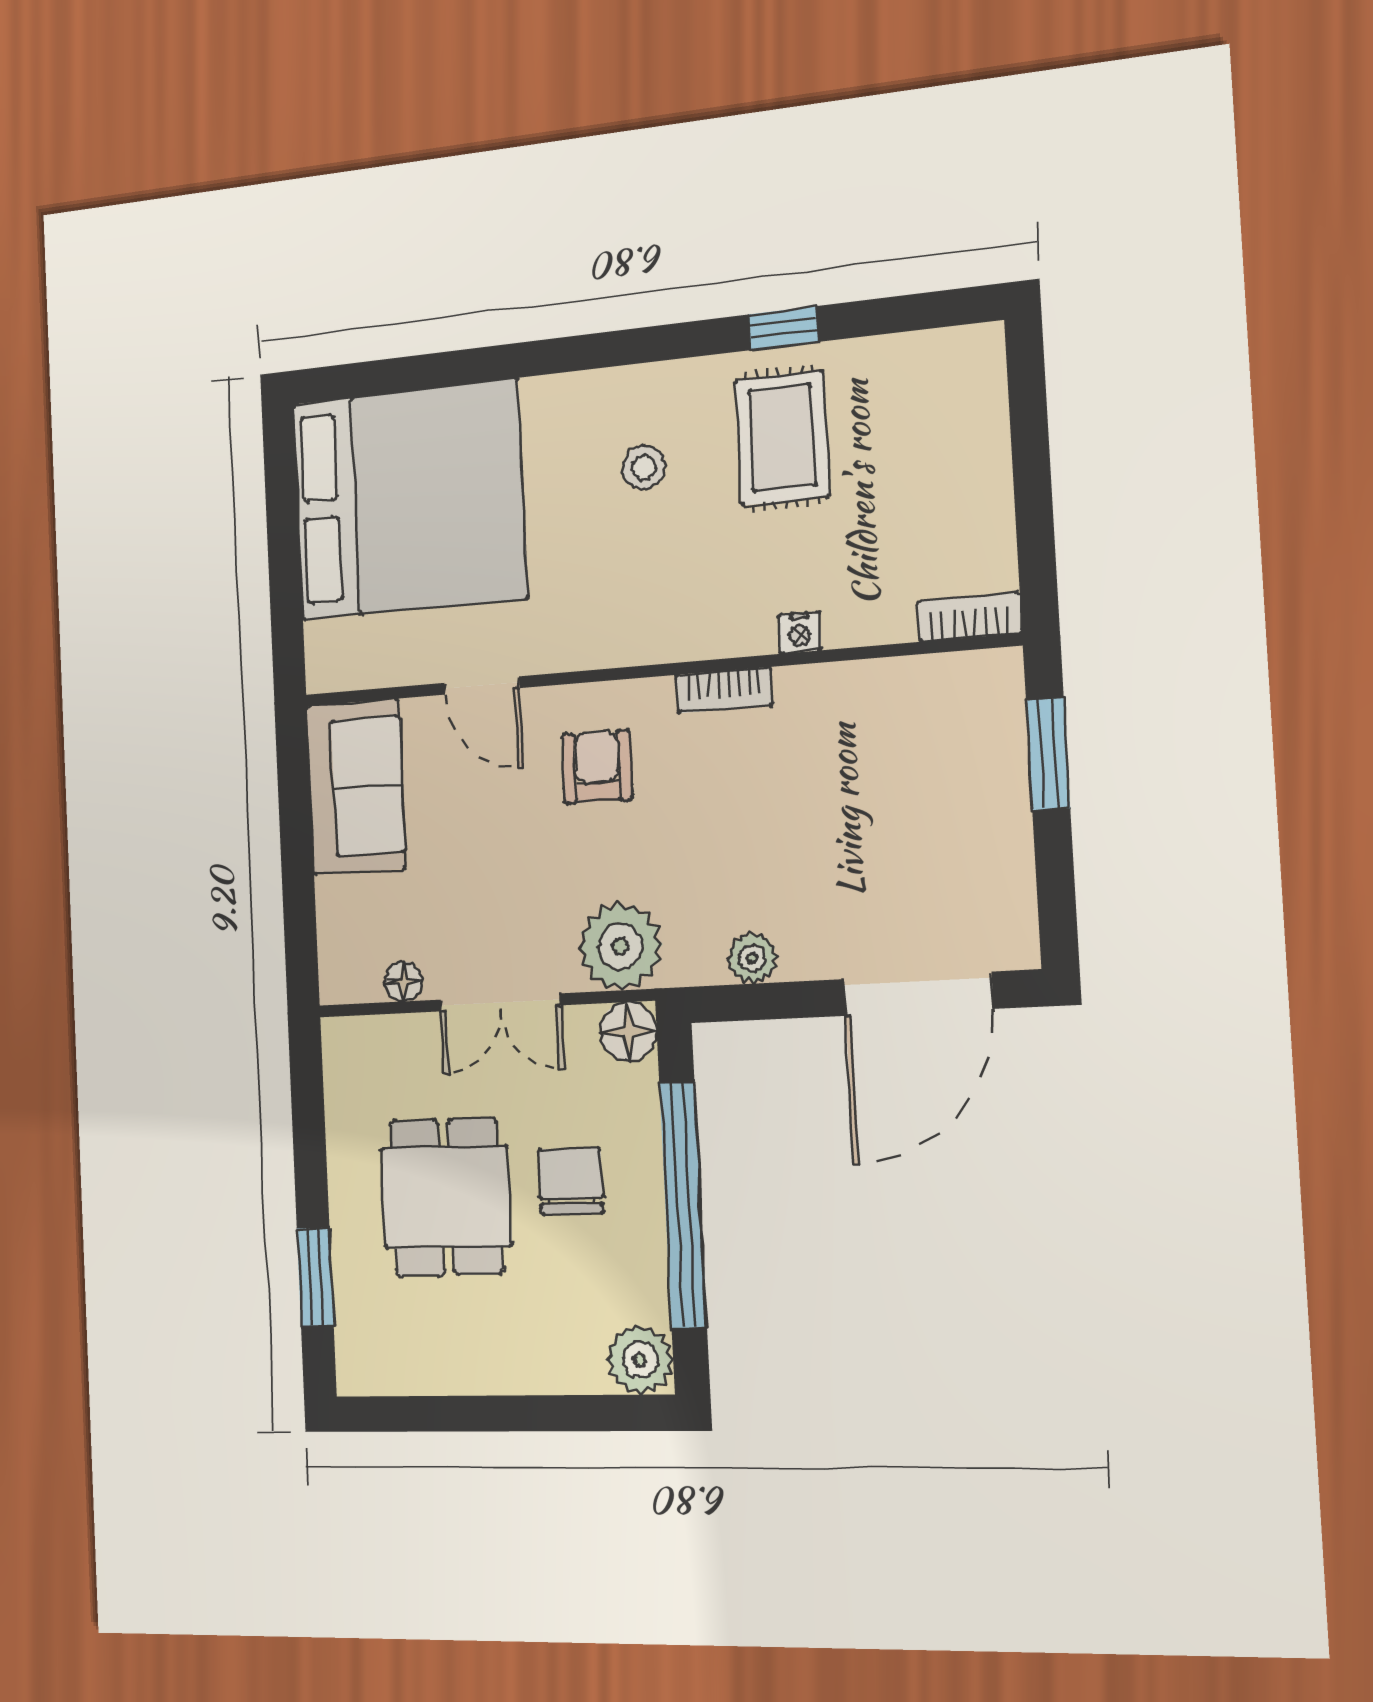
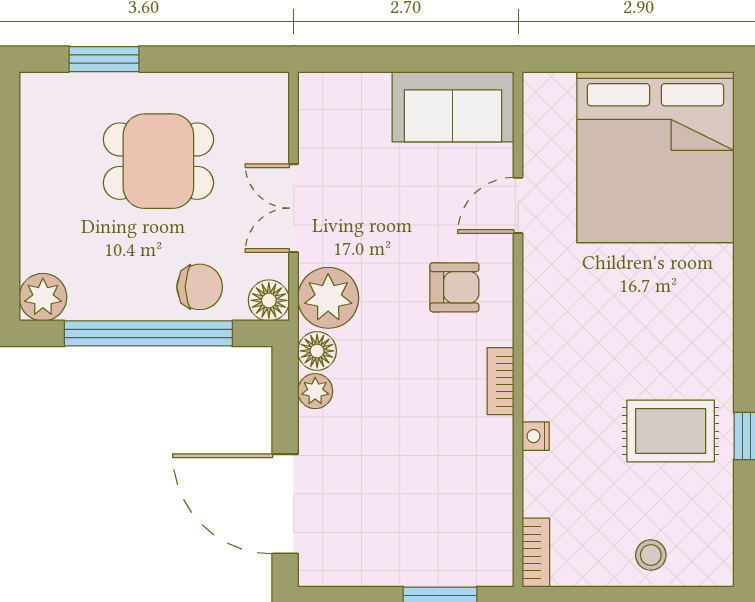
stool: (644, 467) -> (651, 555), moved
floor lamp: (403, 982) -> (317, 351), moved, width x1.37, depth x1.37
chair: (571, 1181) -> (200, 287), moved

